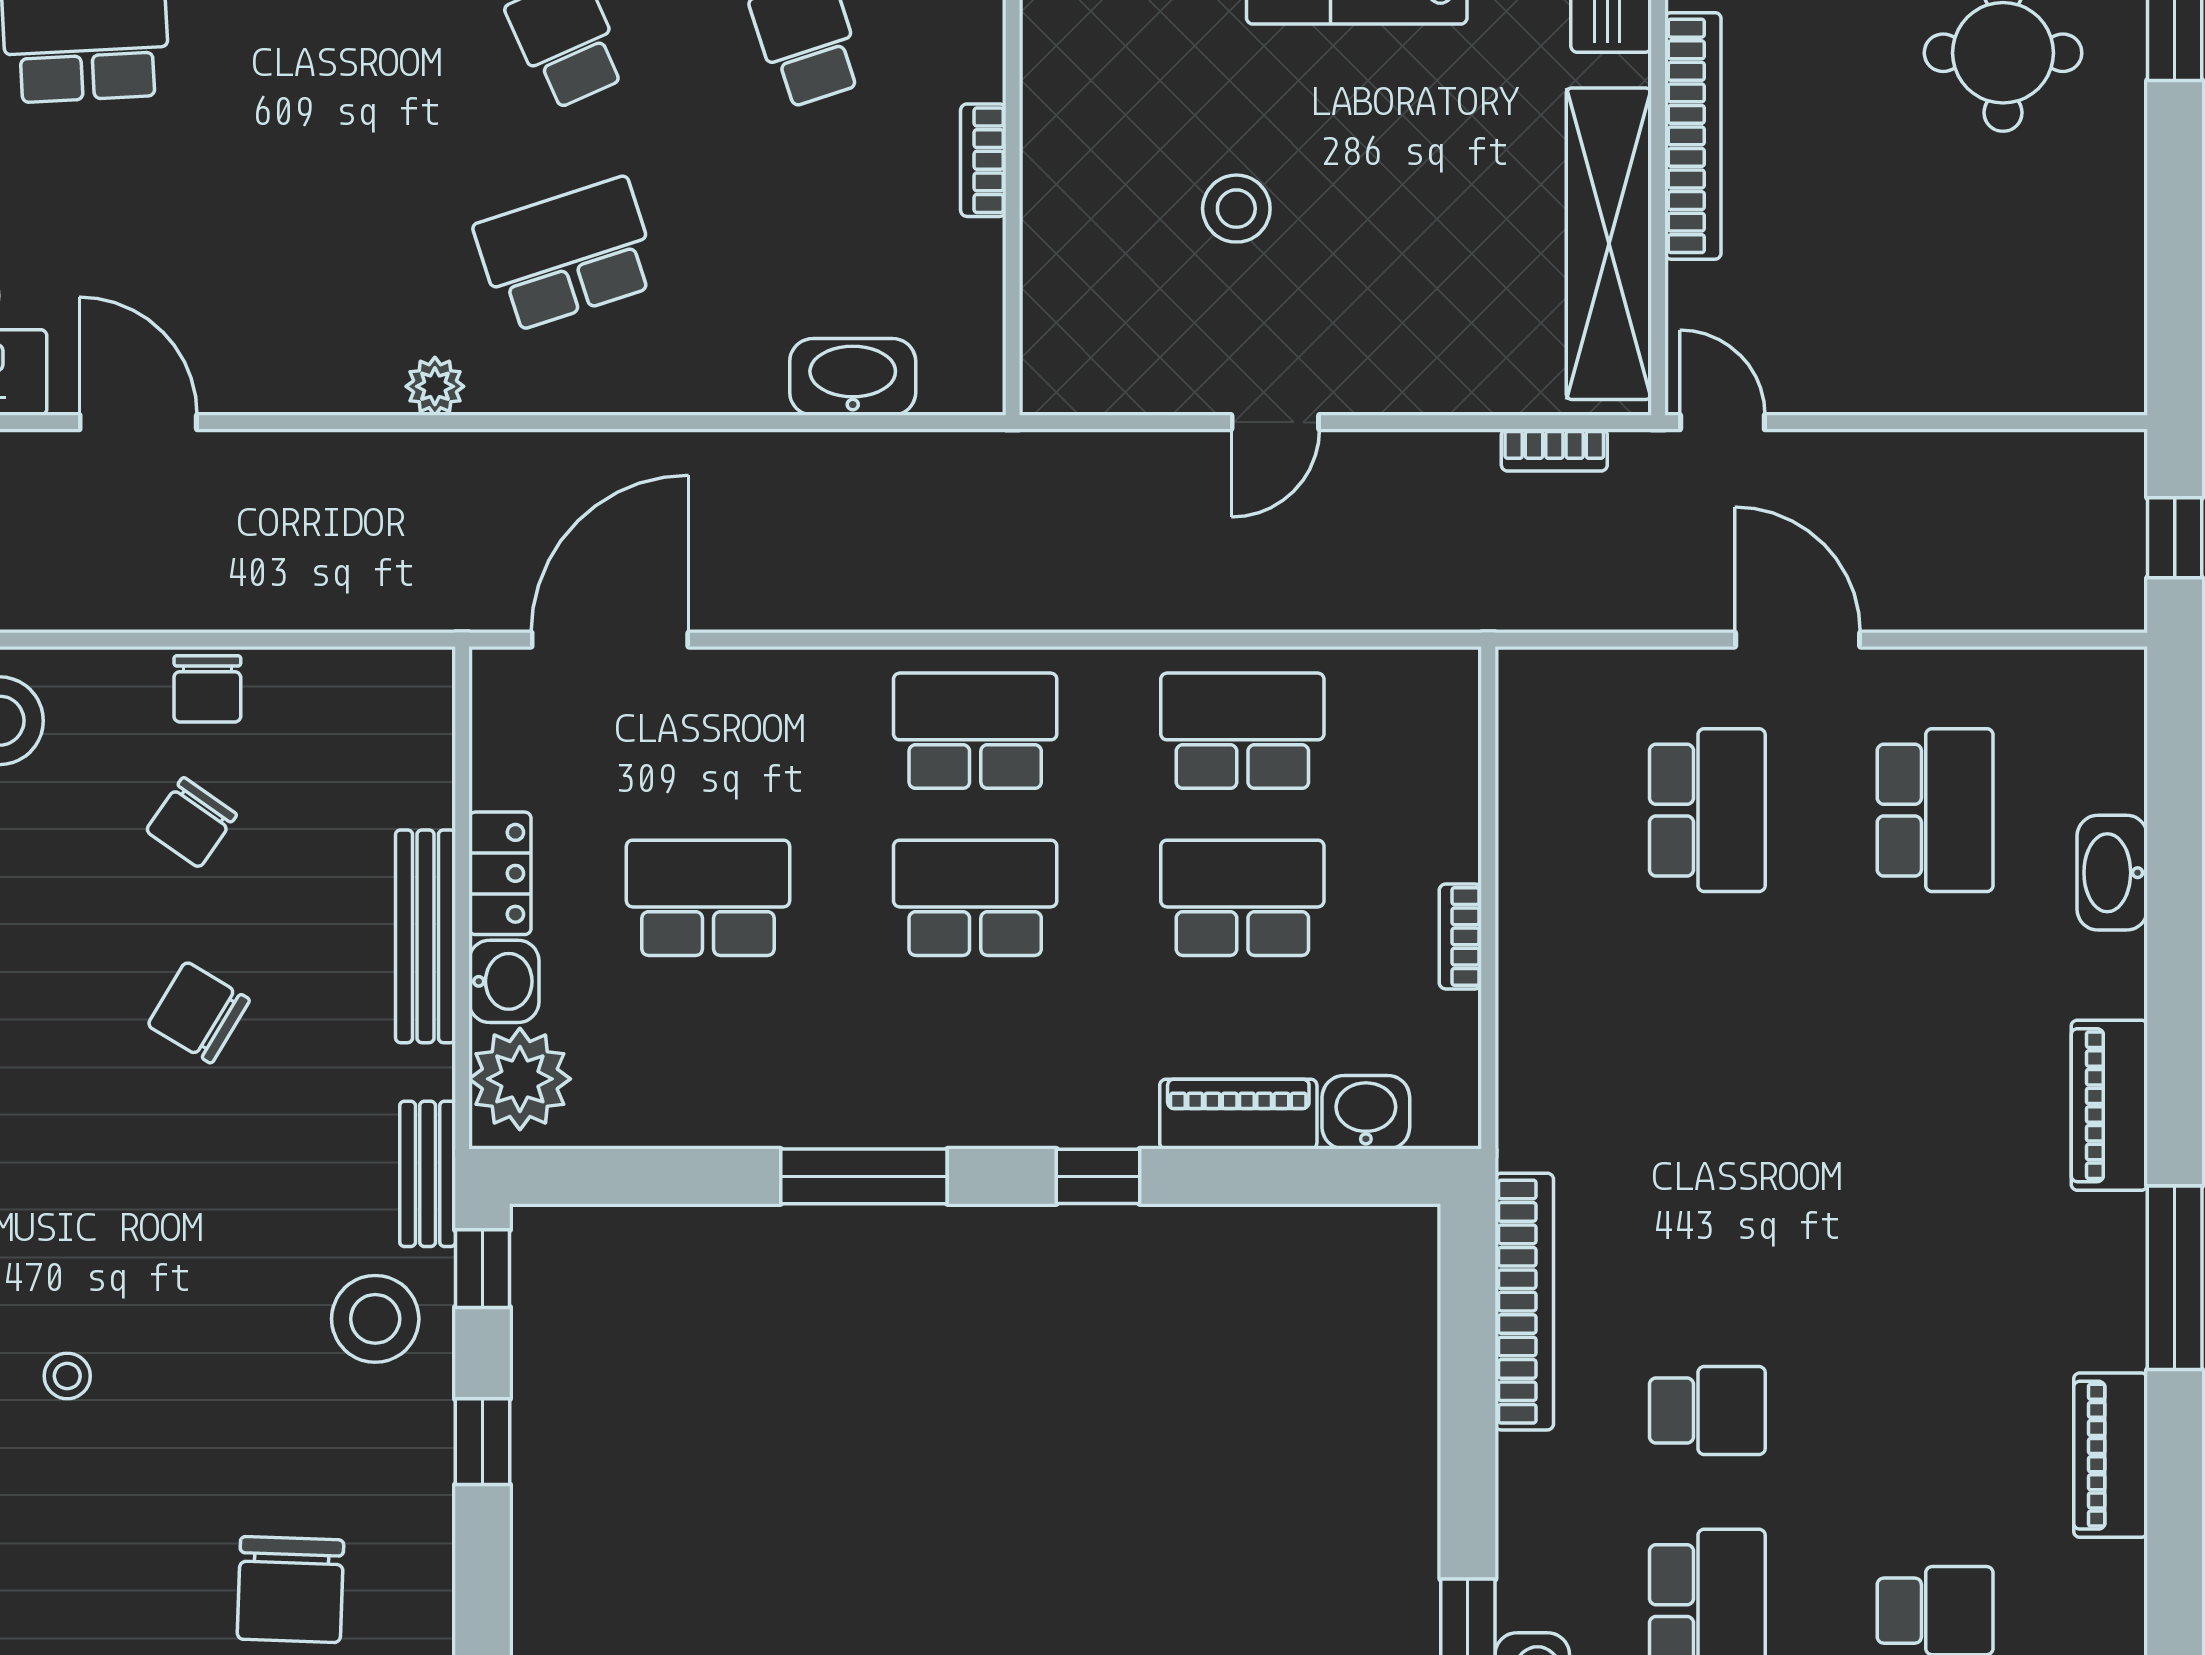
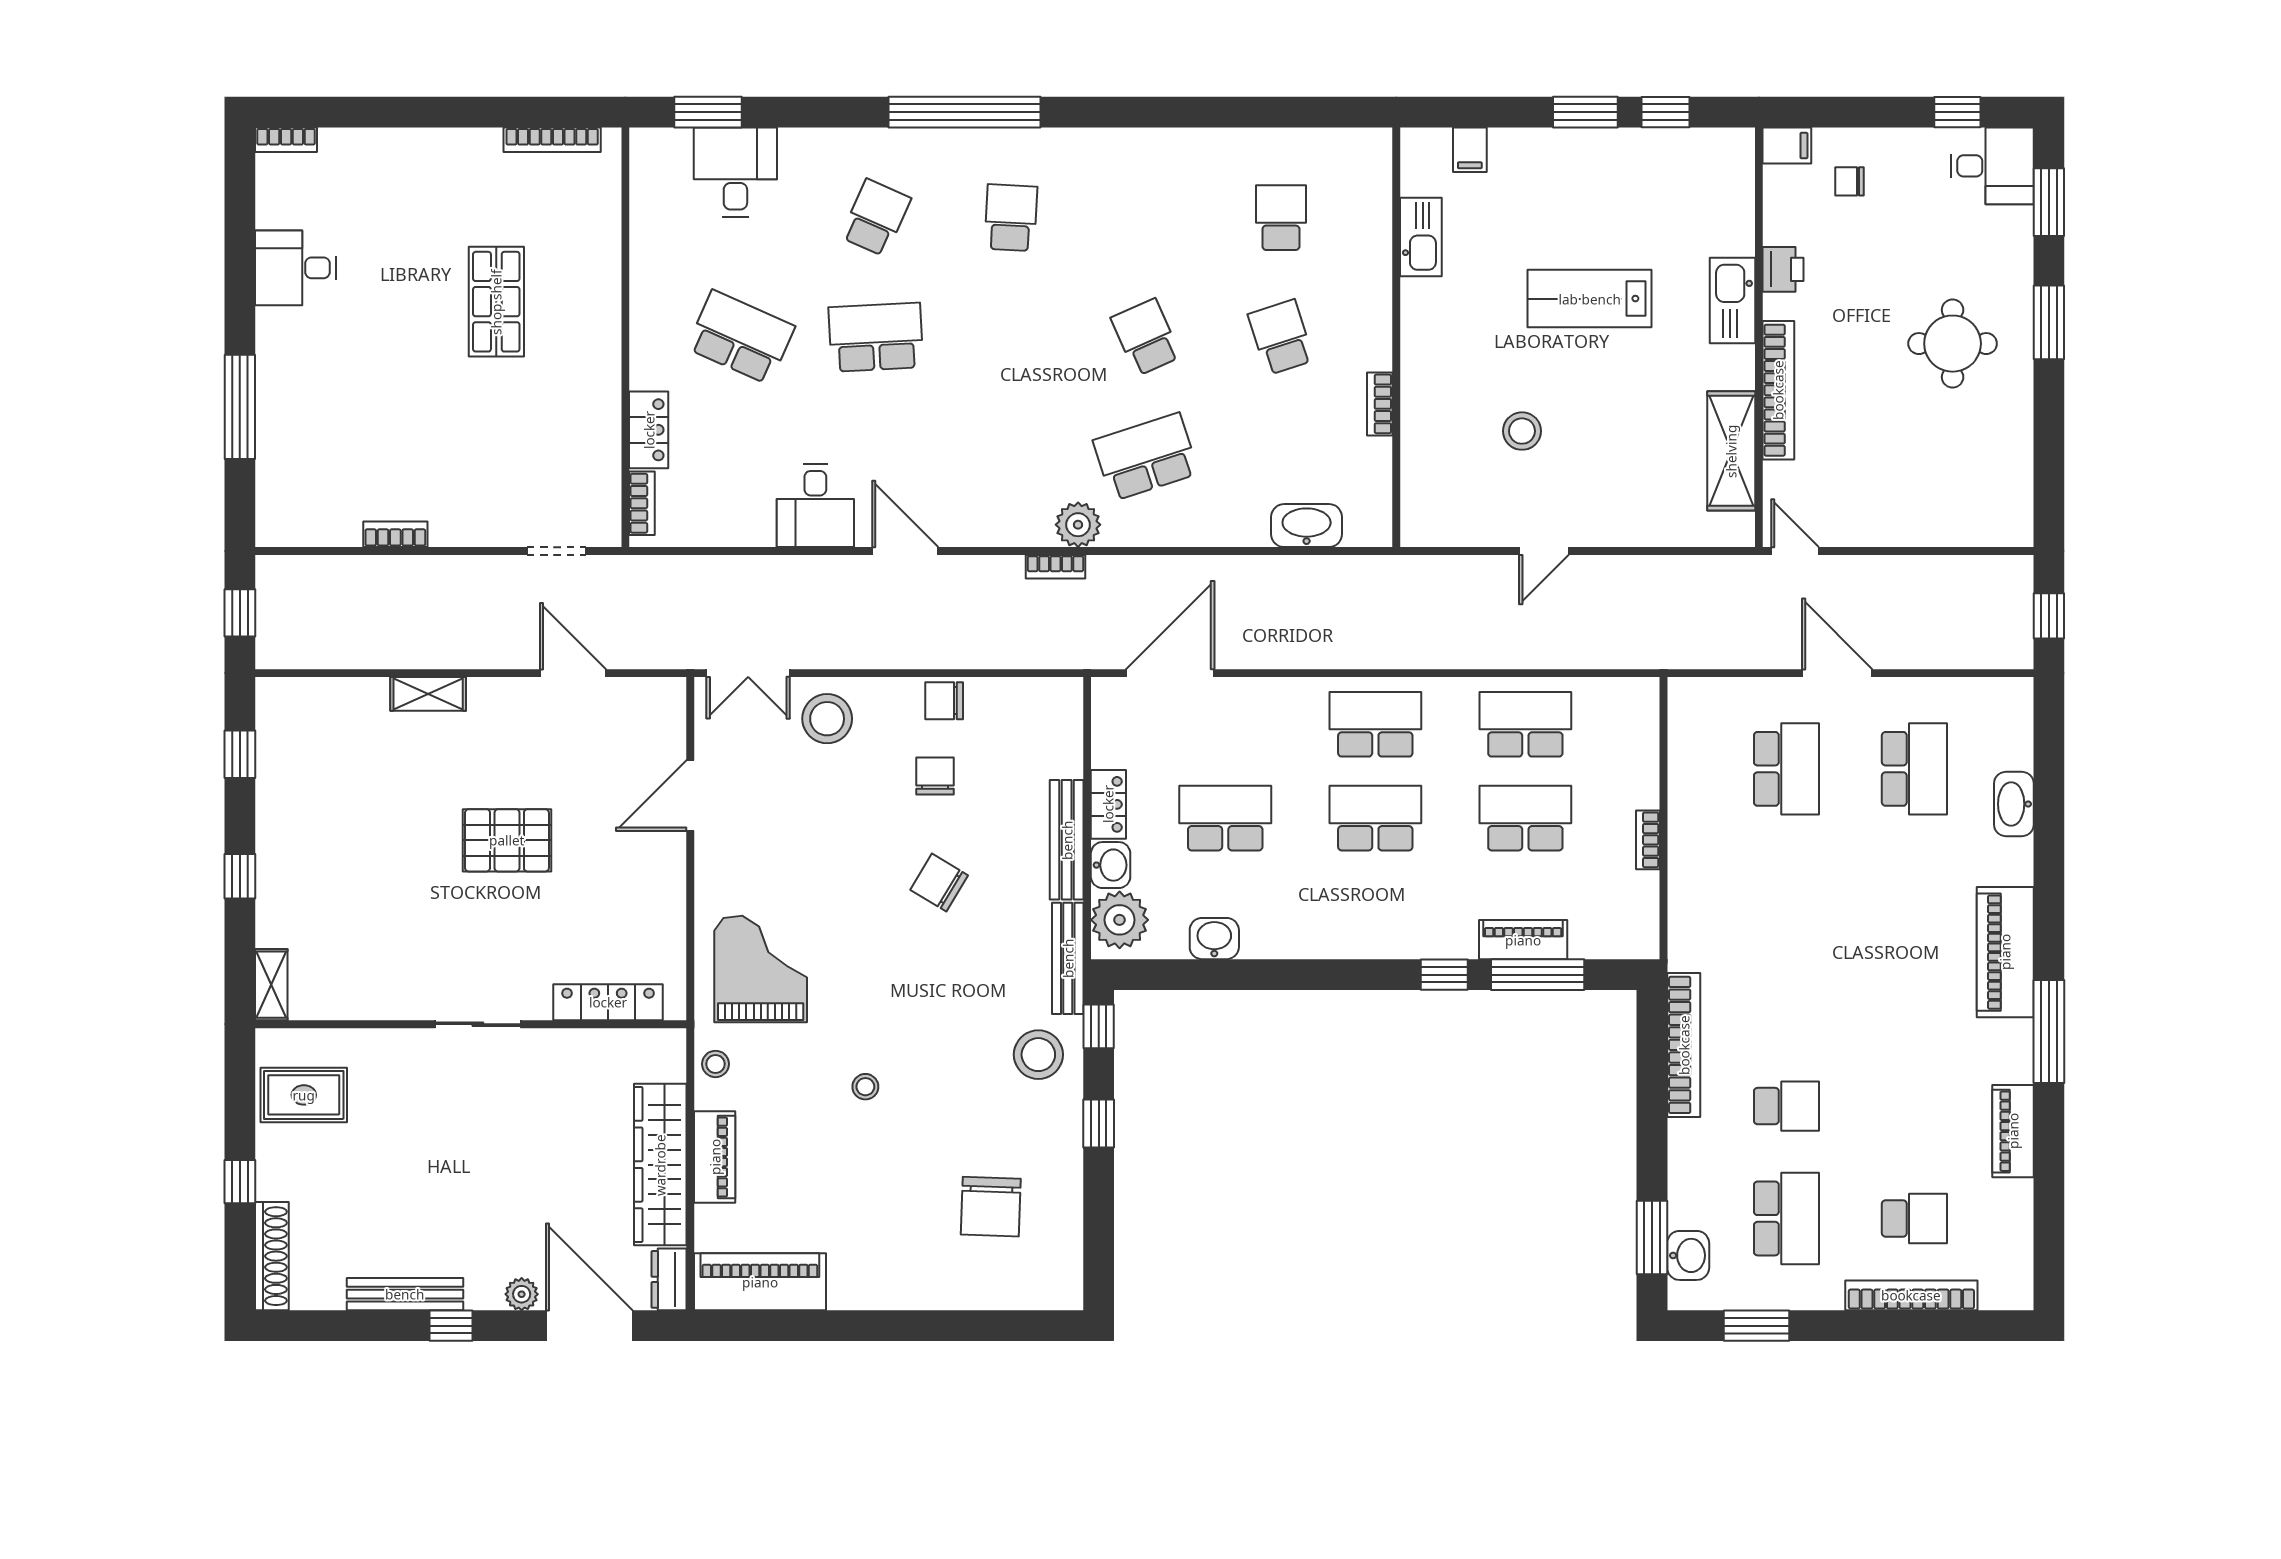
shelving: (1609, 244) -> (1731, 451), width x0.68
plant: (435, 386) -> (1078, 525), width x1.38, depth x1.38
bookcase: (1554, 450) -> (1055, 567), moved
chair: (207, 689) -> (944, 701), turned 90
chair: (191, 823) -> (935, 776), turned 145
piano: (2109, 1105) -> (2005, 952), width x1.37, depth x1.33
washbasin: (1366, 1112) -> (1214, 939), moved
bench: (428, 1174) -> (1068, 958), width x1.36
window: (864, 1176) -> (1538, 975), moved

